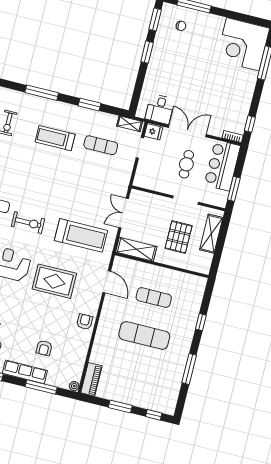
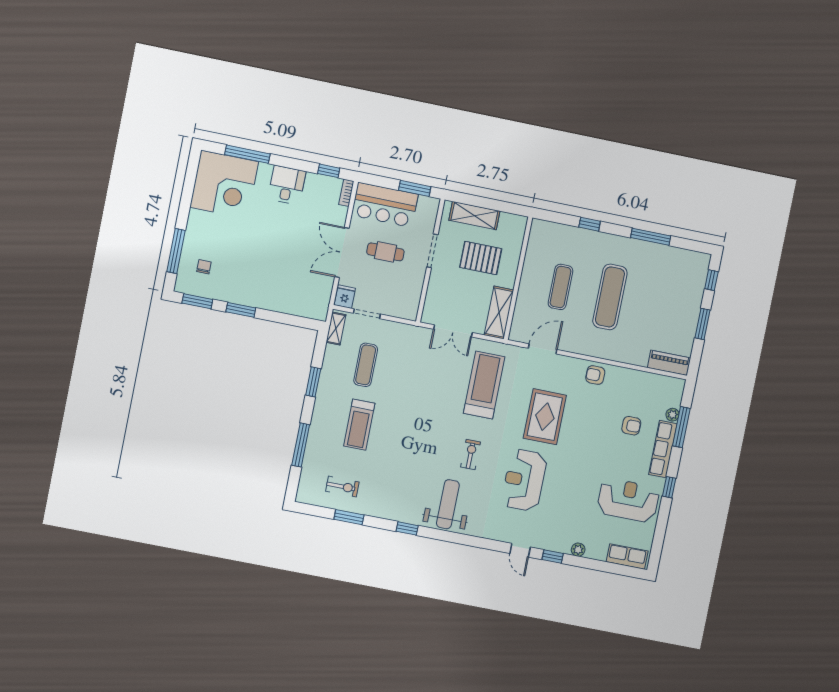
desk: (160, 109) -> (287, 185), moved, turned -90
exercise bike: (28, 223) -> (471, 454), width x0.73, depth x0.72
plant: (74, 386) -> (672, 415), moved

